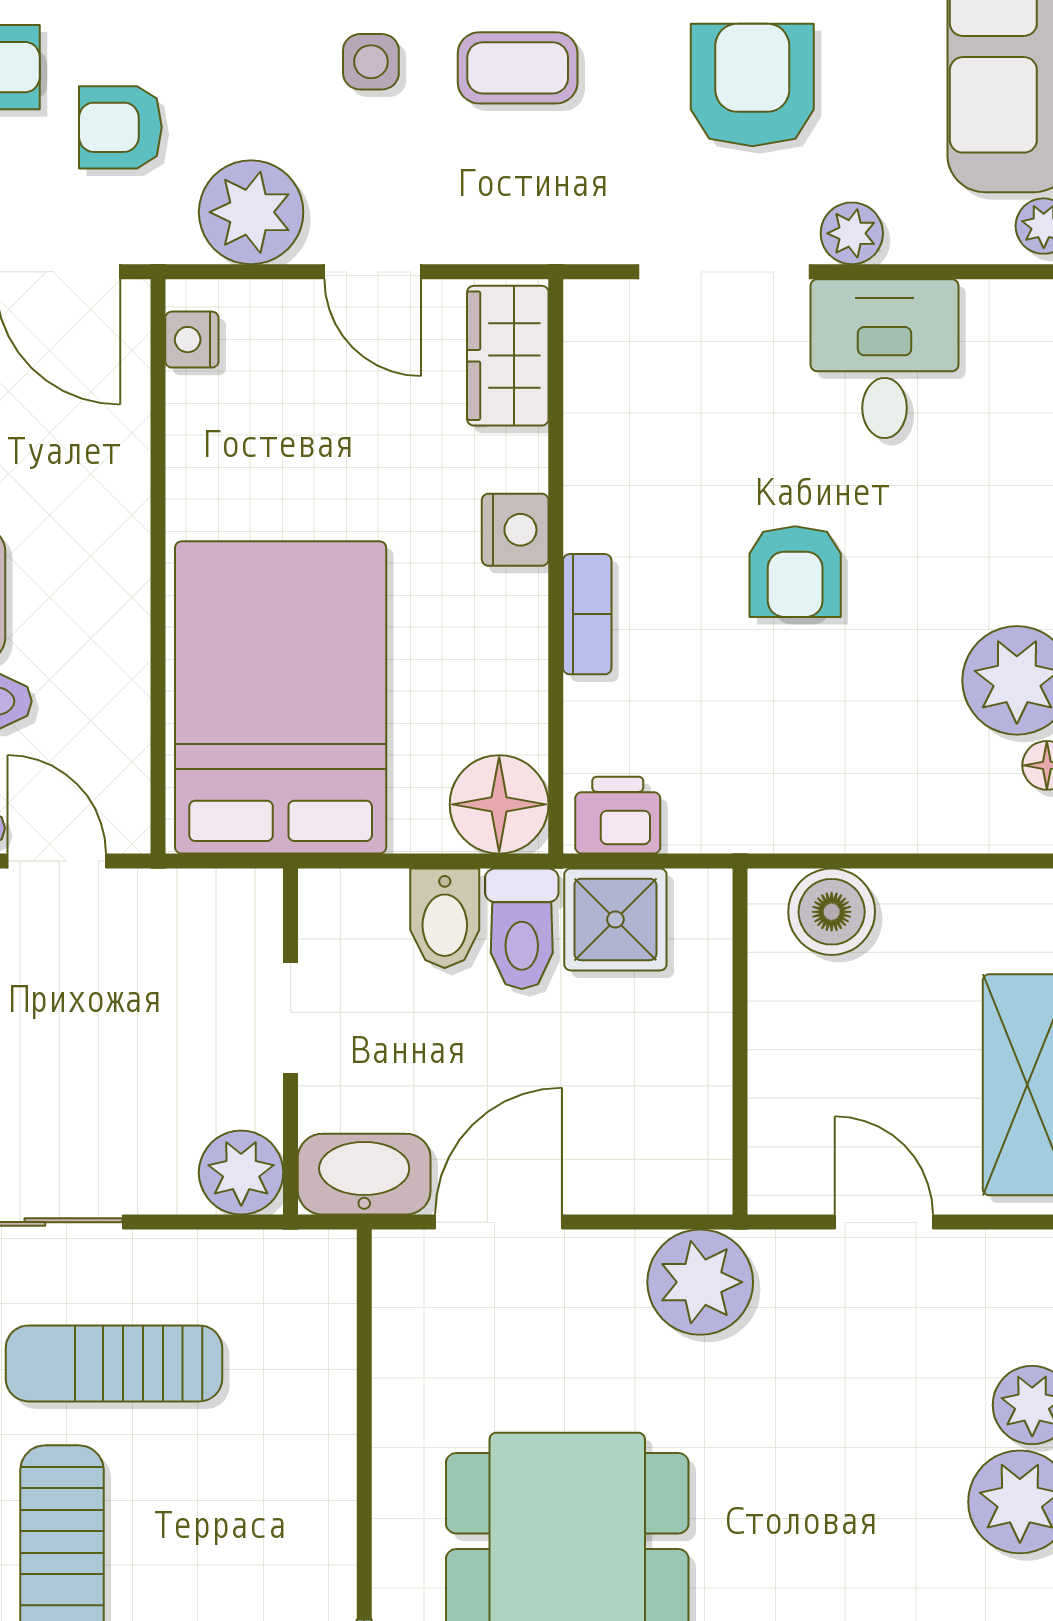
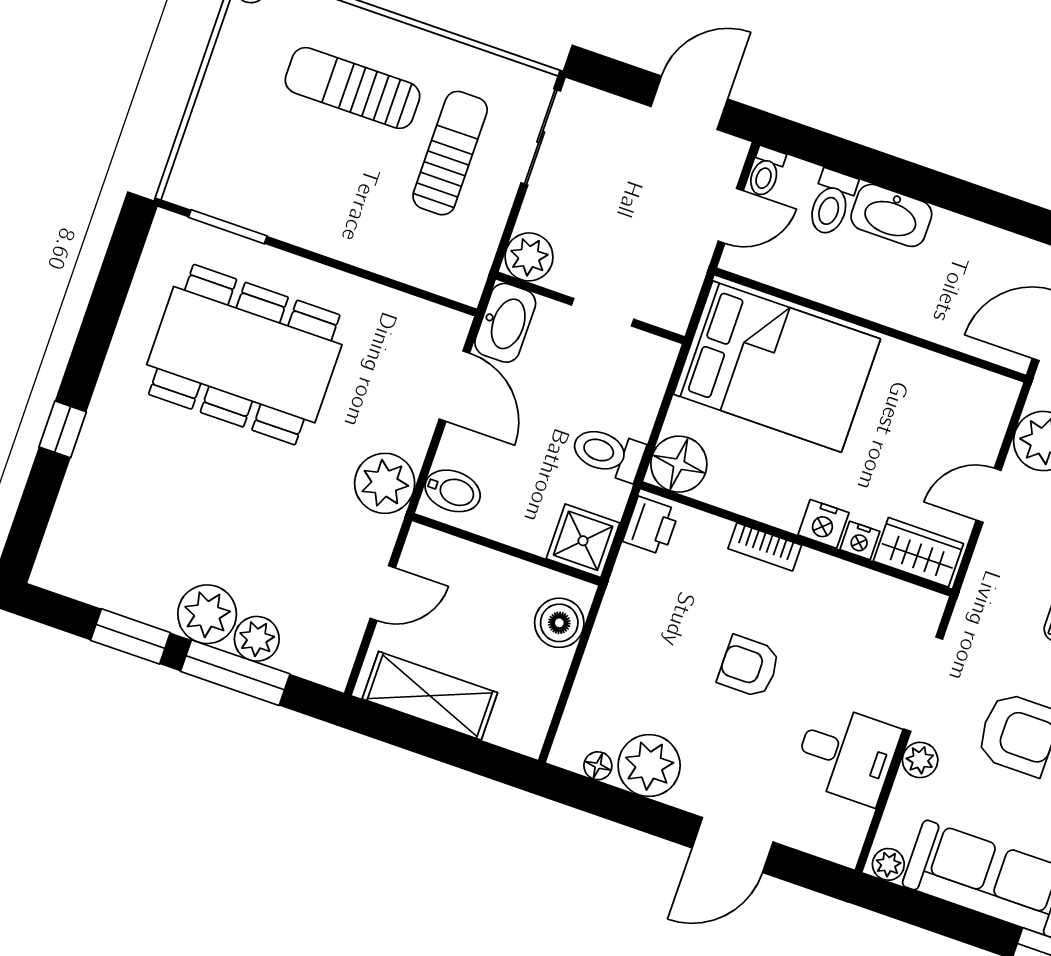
nightstand: (192, 340) -> (860, 541), moved, turned 180
bidet: (445, 918) -> (453, 491), moved, turned 180
shower: (615, 919) -> (583, 541), moved

